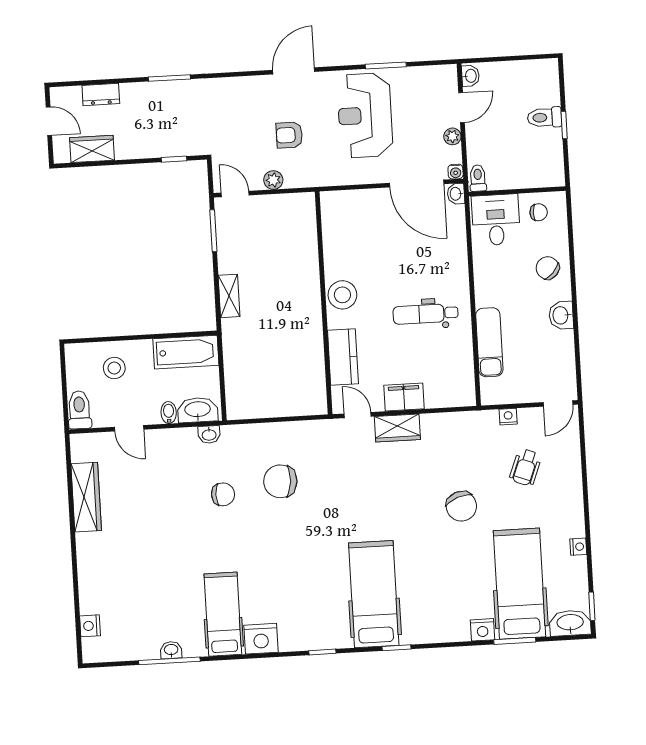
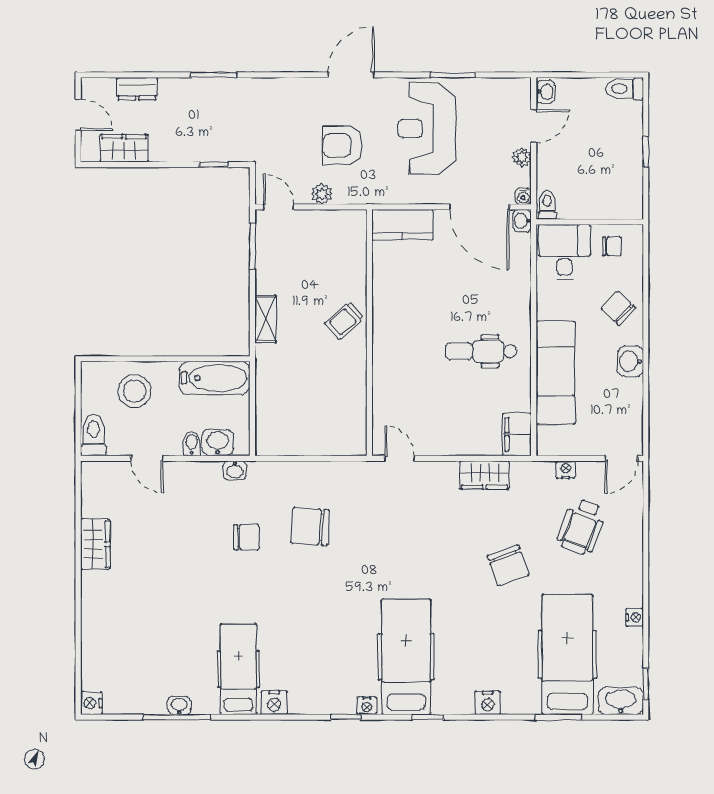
toilet: (545, 117) -> (625, 89), moved
armchair: (289, 135) -> (342, 145), width x1.38, depth x1.38
trolley: (301, 293) -> (345, 320), added
stool: (342, 295) -> (391, 325), removed
exam couch: (489, 342) -> (556, 373), width x1.36, depth x1.45
kitchen counter: (343, 357) -> (402, 225), moved, turned 90
stool: (114, 368) -> (135, 391), width x1.38, depth x1.38
filing cabinet: (404, 397) -> (517, 434), moved, turned -90
washbasin: (198, 410) -> (218, 443), width x0.72
wardrobe: (397, 428) -> (485, 475), moved
wheelchair: (526, 467) -> (581, 527), width x1.36, depth x1.37
wardrobe: (86, 497) -> (95, 544), width x0.67
nightstand: (90, 626) -> (91, 703), moved
nightstand: (483, 630) -> (488, 703), moved
nightstand: (261, 639) -> (274, 703), width x0.74, depth x0.75
nightstand: (341, 640) -> (367, 706), added

